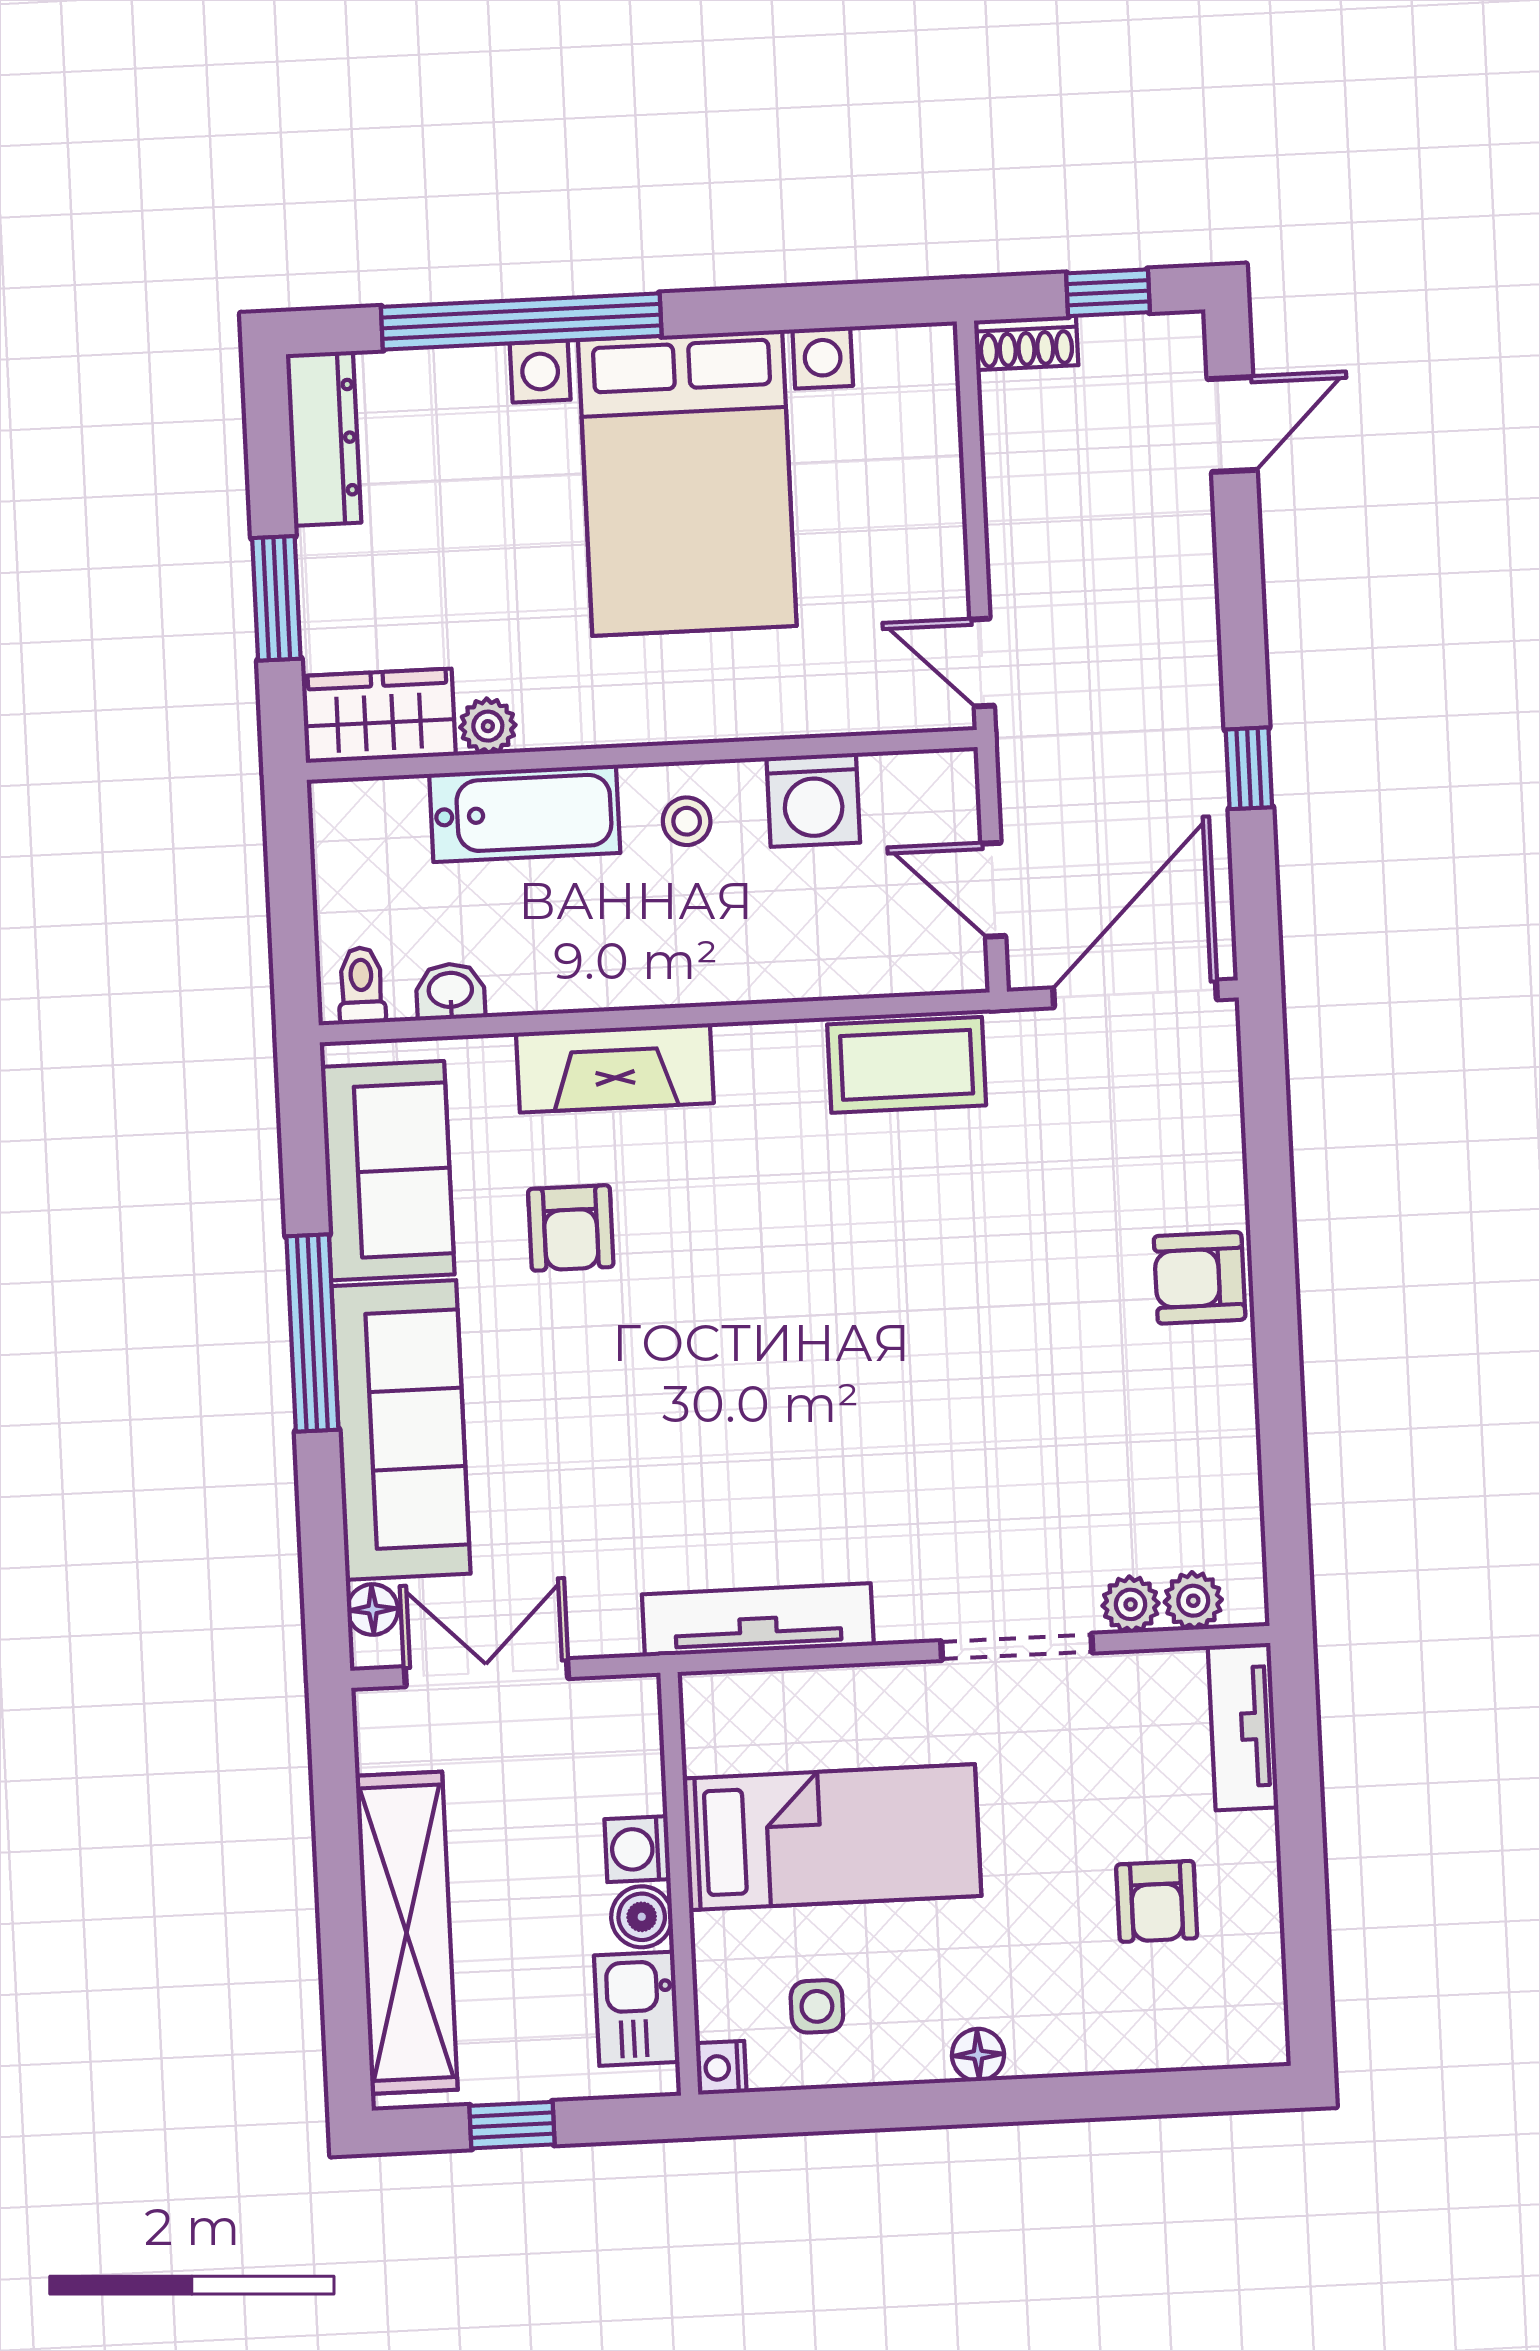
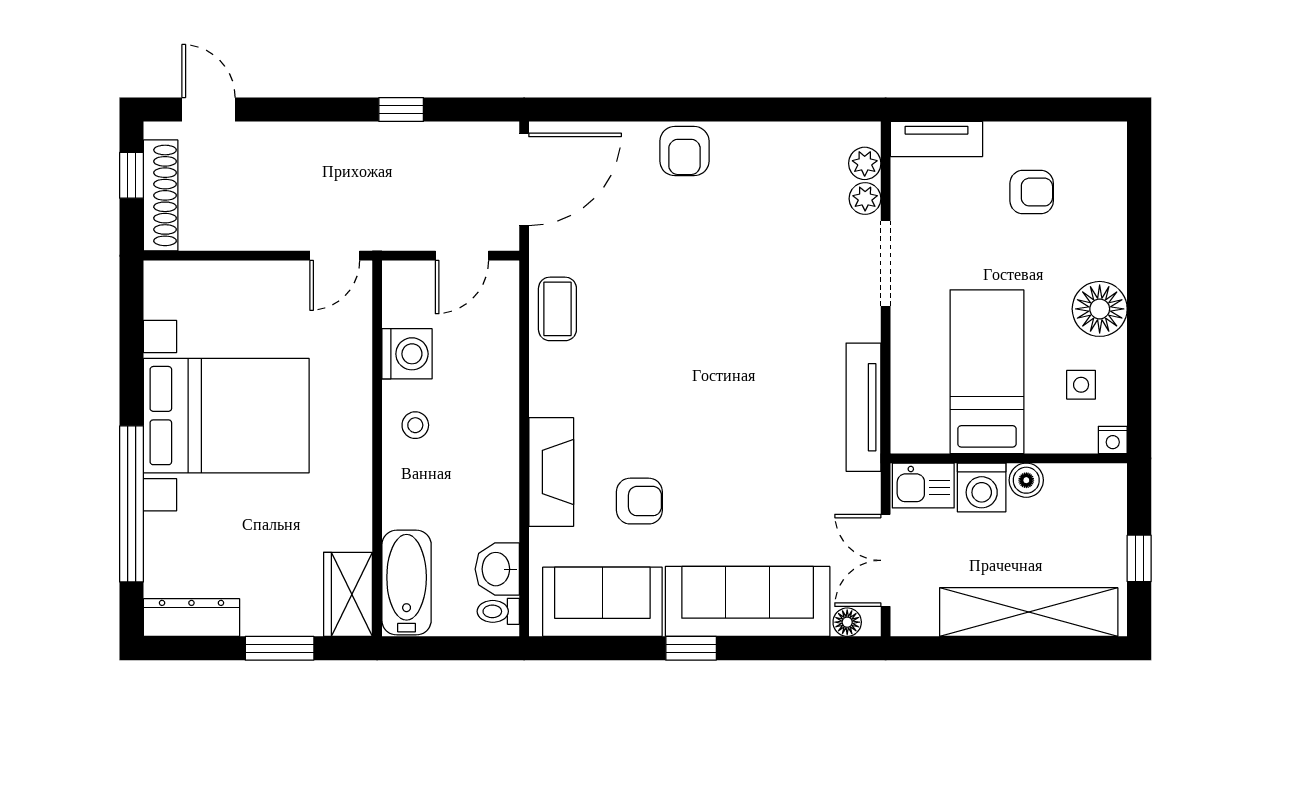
shoe rack: (1026, 343) -> (161, 195), width x1.94, depth x1.24
plant: (488, 726) -> (357, 534), removed
bathtub: (525, 813) -> (407, 583), moved
washbasin: (450, 992) -> (497, 569), width x1.38, depth x1.45
door: (1135, 994) -> (524, 179), swing flipped
coffee table: (907, 1065) -> (557, 309), width x0.73, depth x0.77
window: (312, 1333) -> (691, 648), width x0.46
washing machine: (637, 1849) -> (982, 487), width x1.38, depth x1.38
kitchen sink: (637, 2009) -> (923, 486), moved
floor lamp: (978, 2055) -> (1100, 309), width x1.89, depth x1.89

